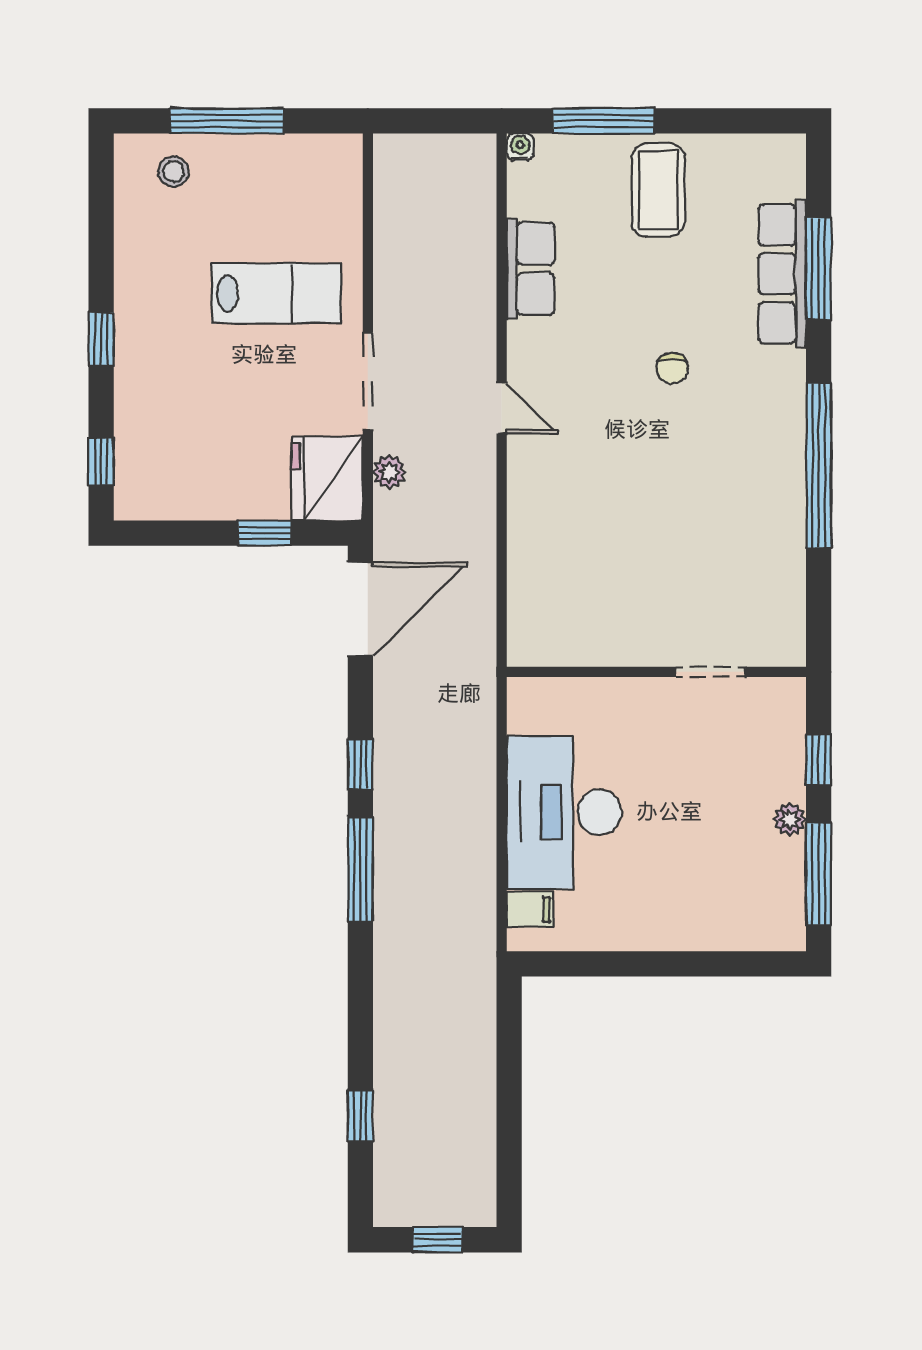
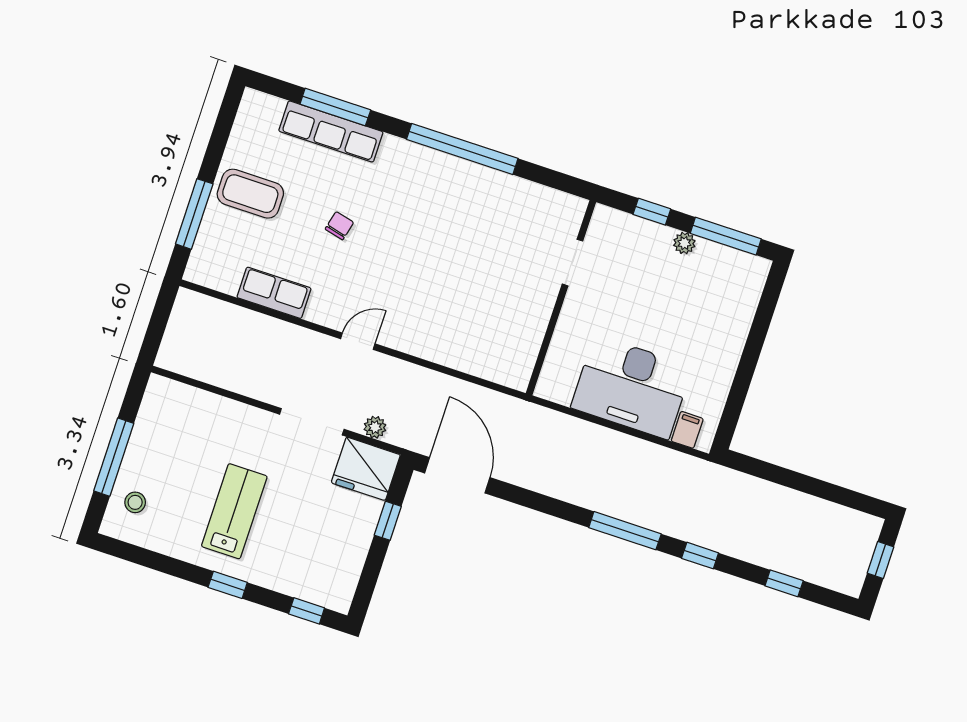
water cooler: (520, 147) -> (193, 273), removed
lab bench: (276, 293) -> (234, 511), moved
chair: (672, 368) -> (339, 226), moved, turned -76
window: (360, 764) -> (700, 556), moved

